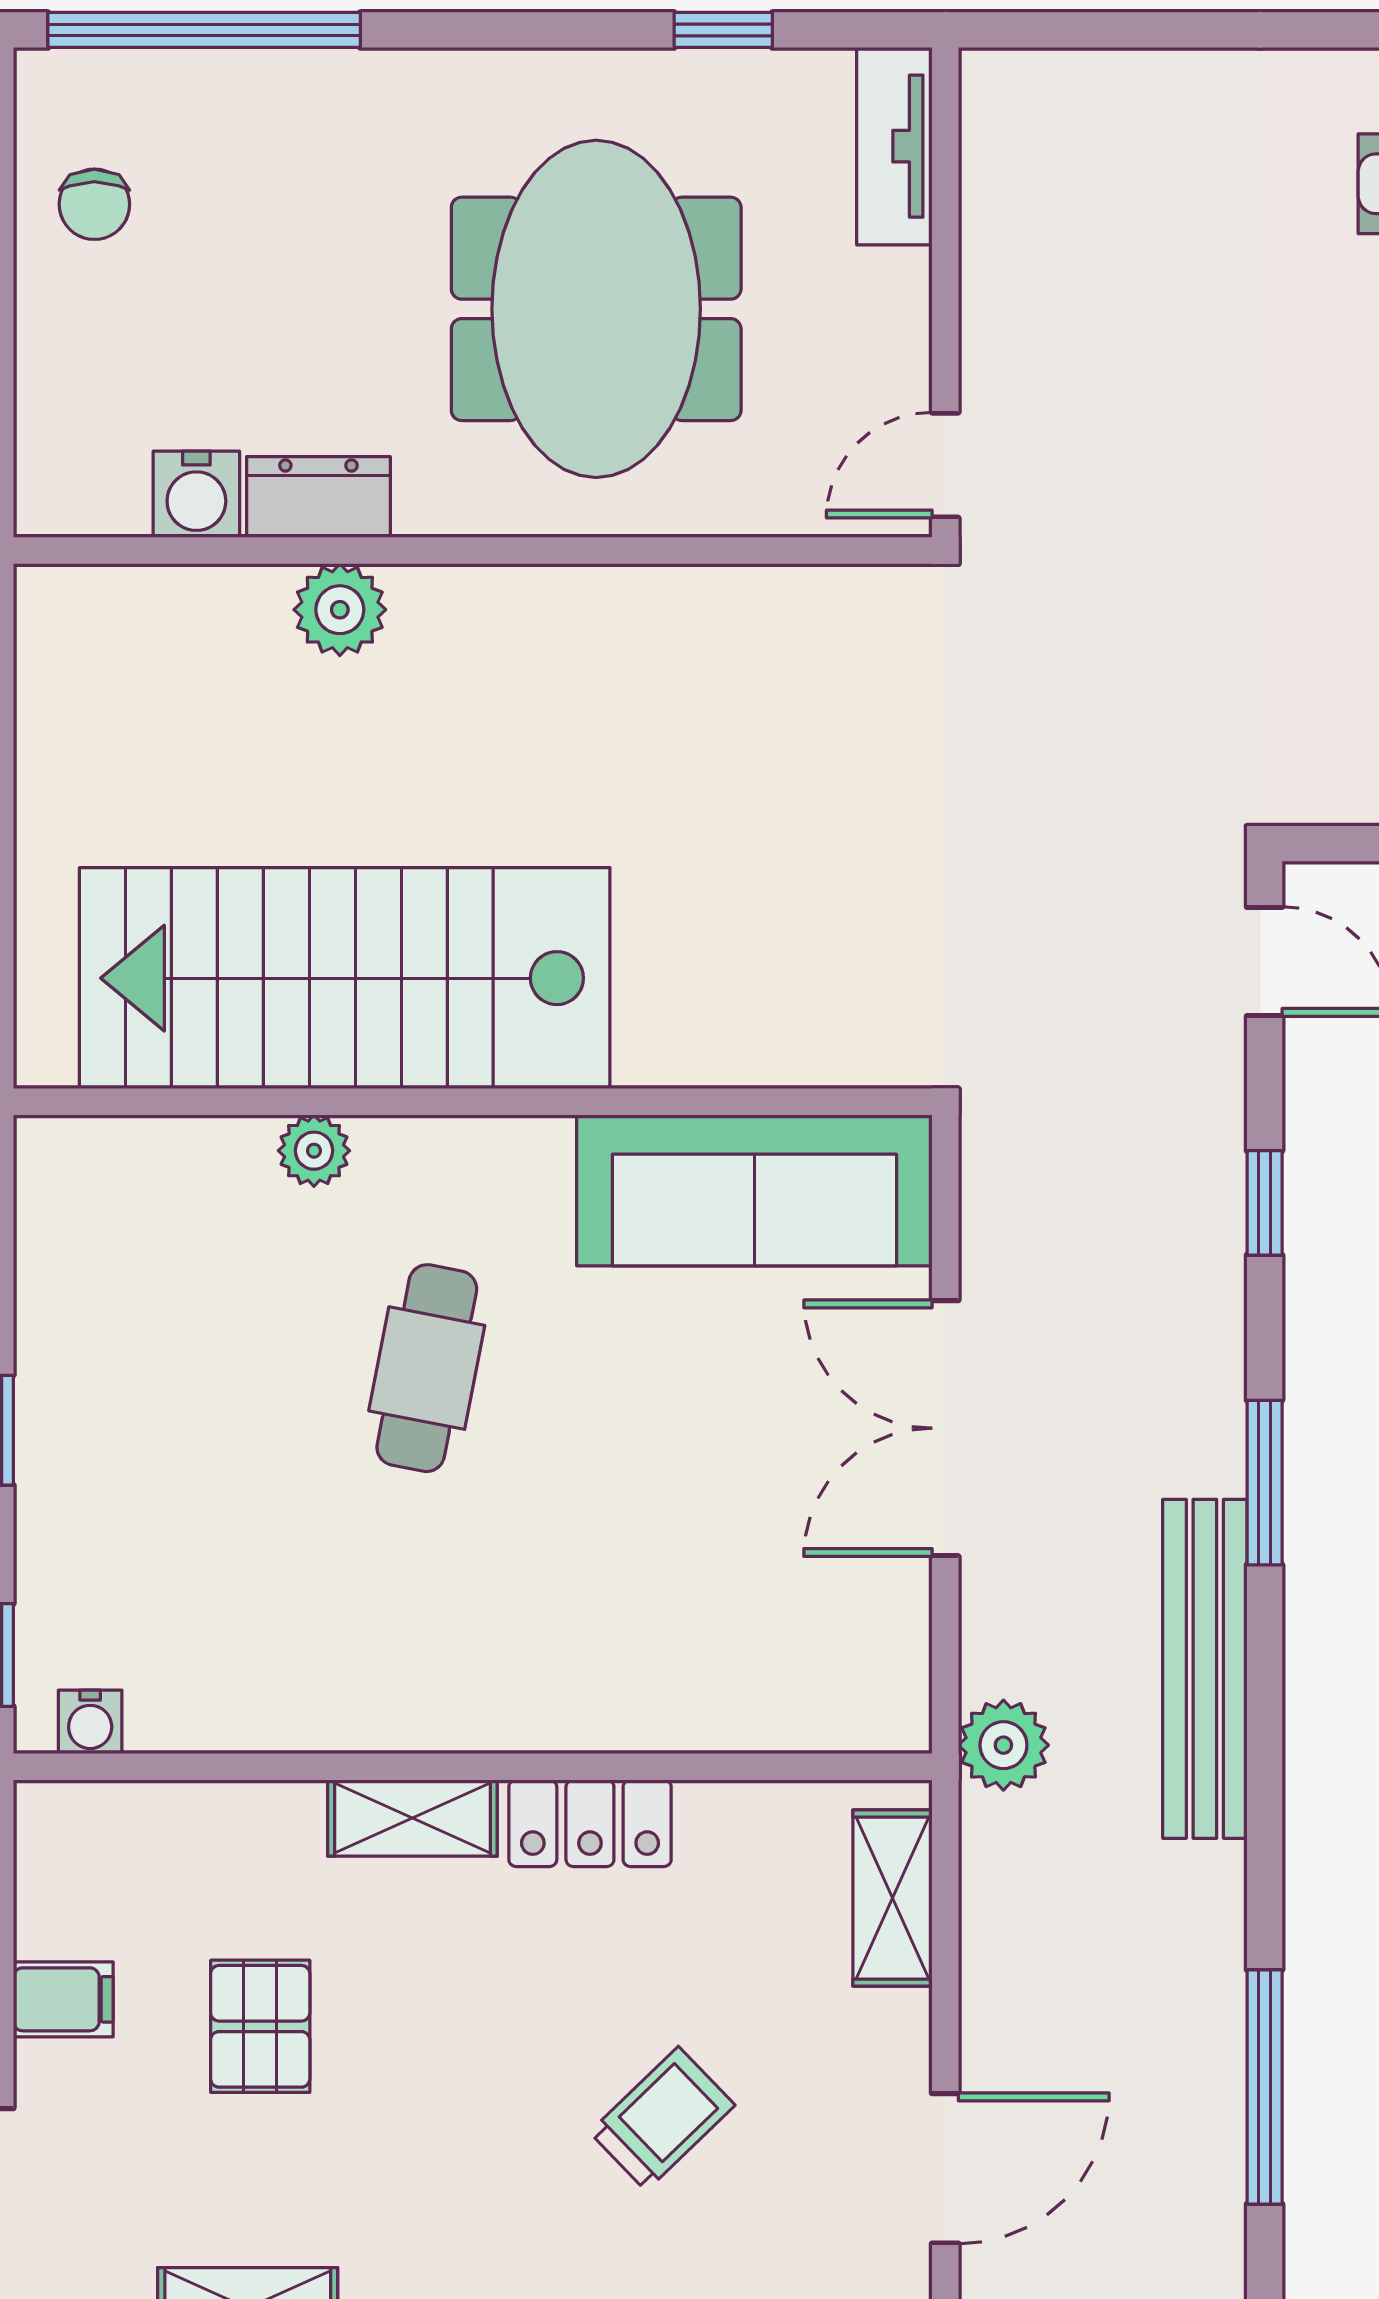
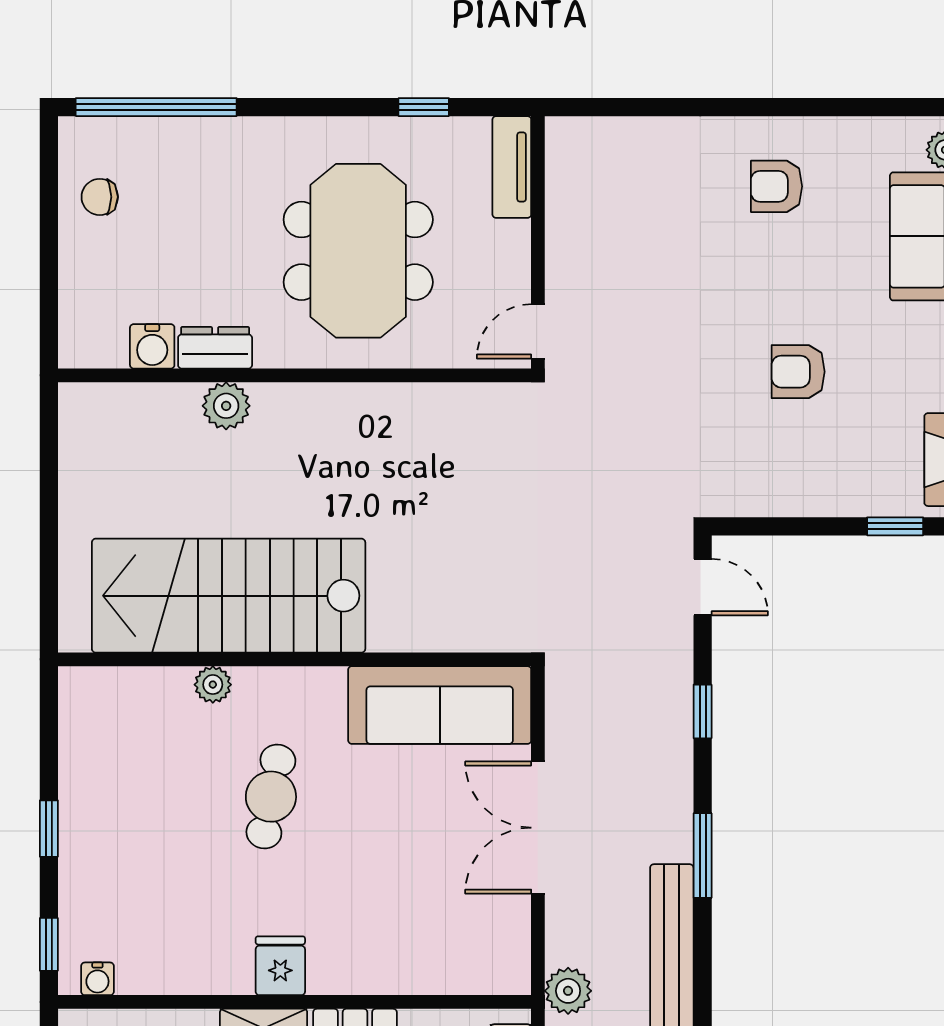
chair: (94, 204) -> (100, 197), turned 90
fridge: (445, 1696) -> (280, 966), added

